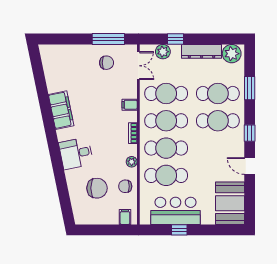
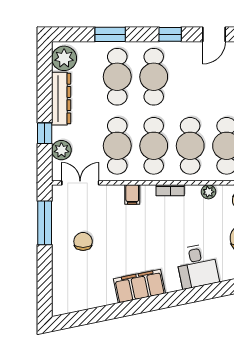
chair: (107, 63) -> (83, 241), moved

